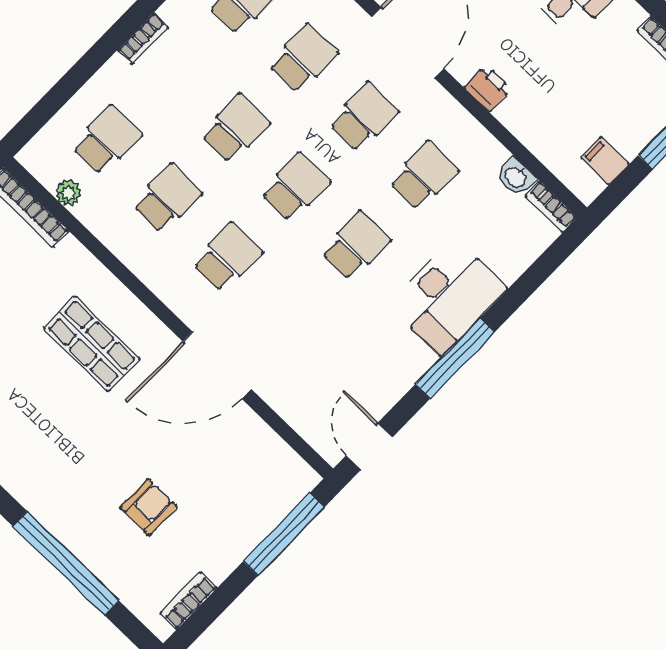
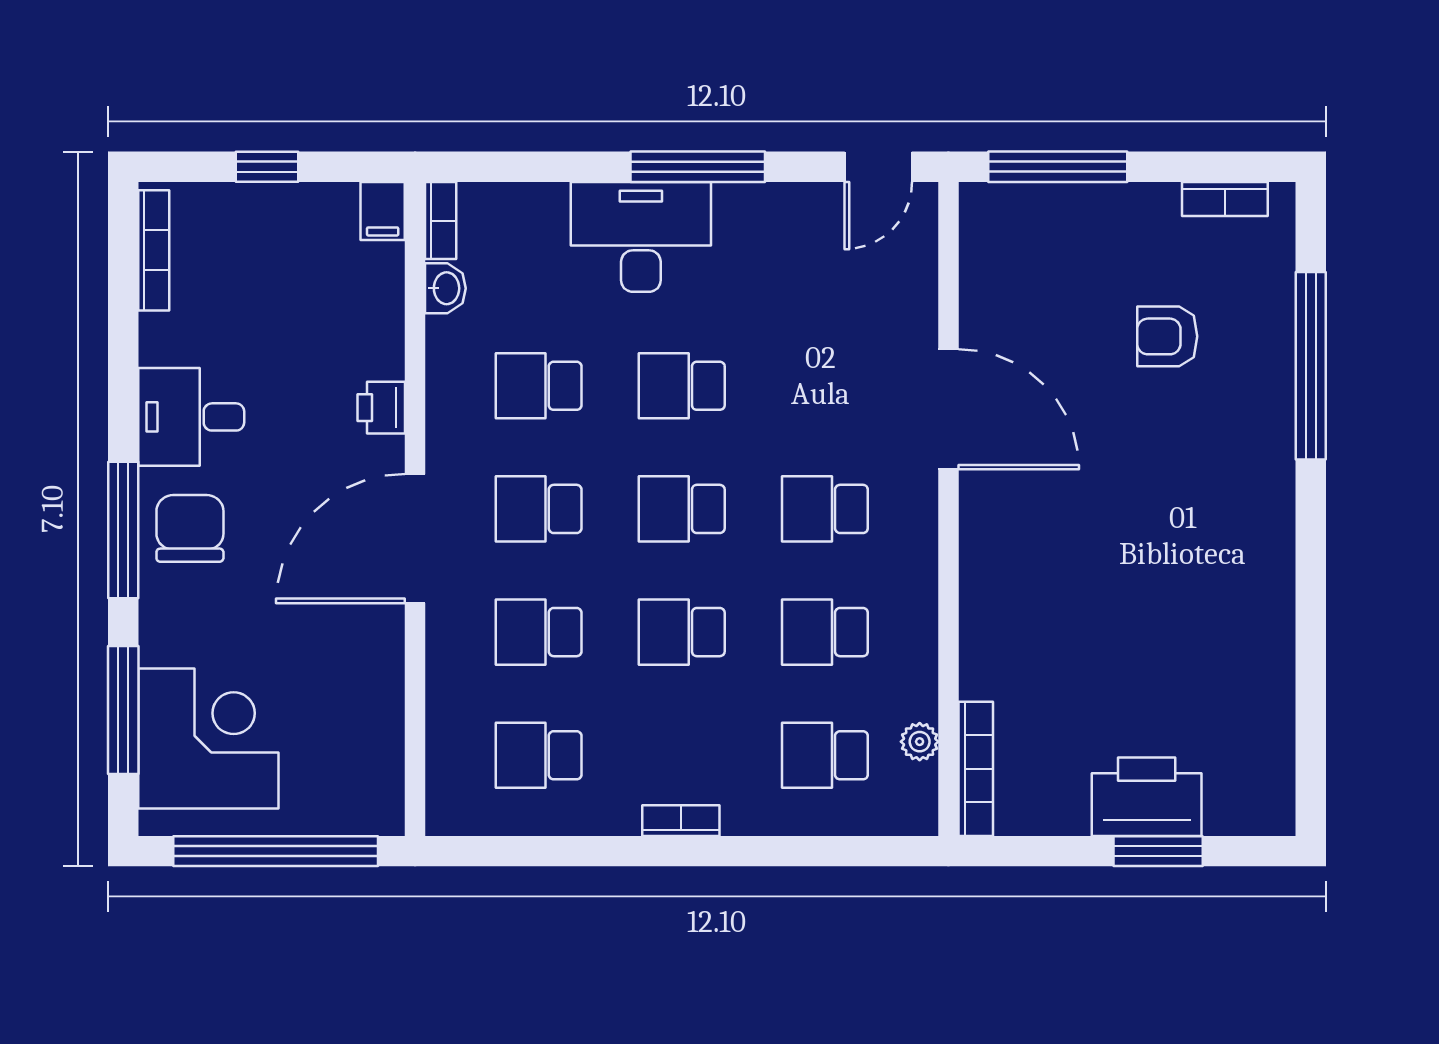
filing cabinet: (605, 161) -> (383, 211), moved
shop shelf: (92, 344) -> (1054, 563), removed

